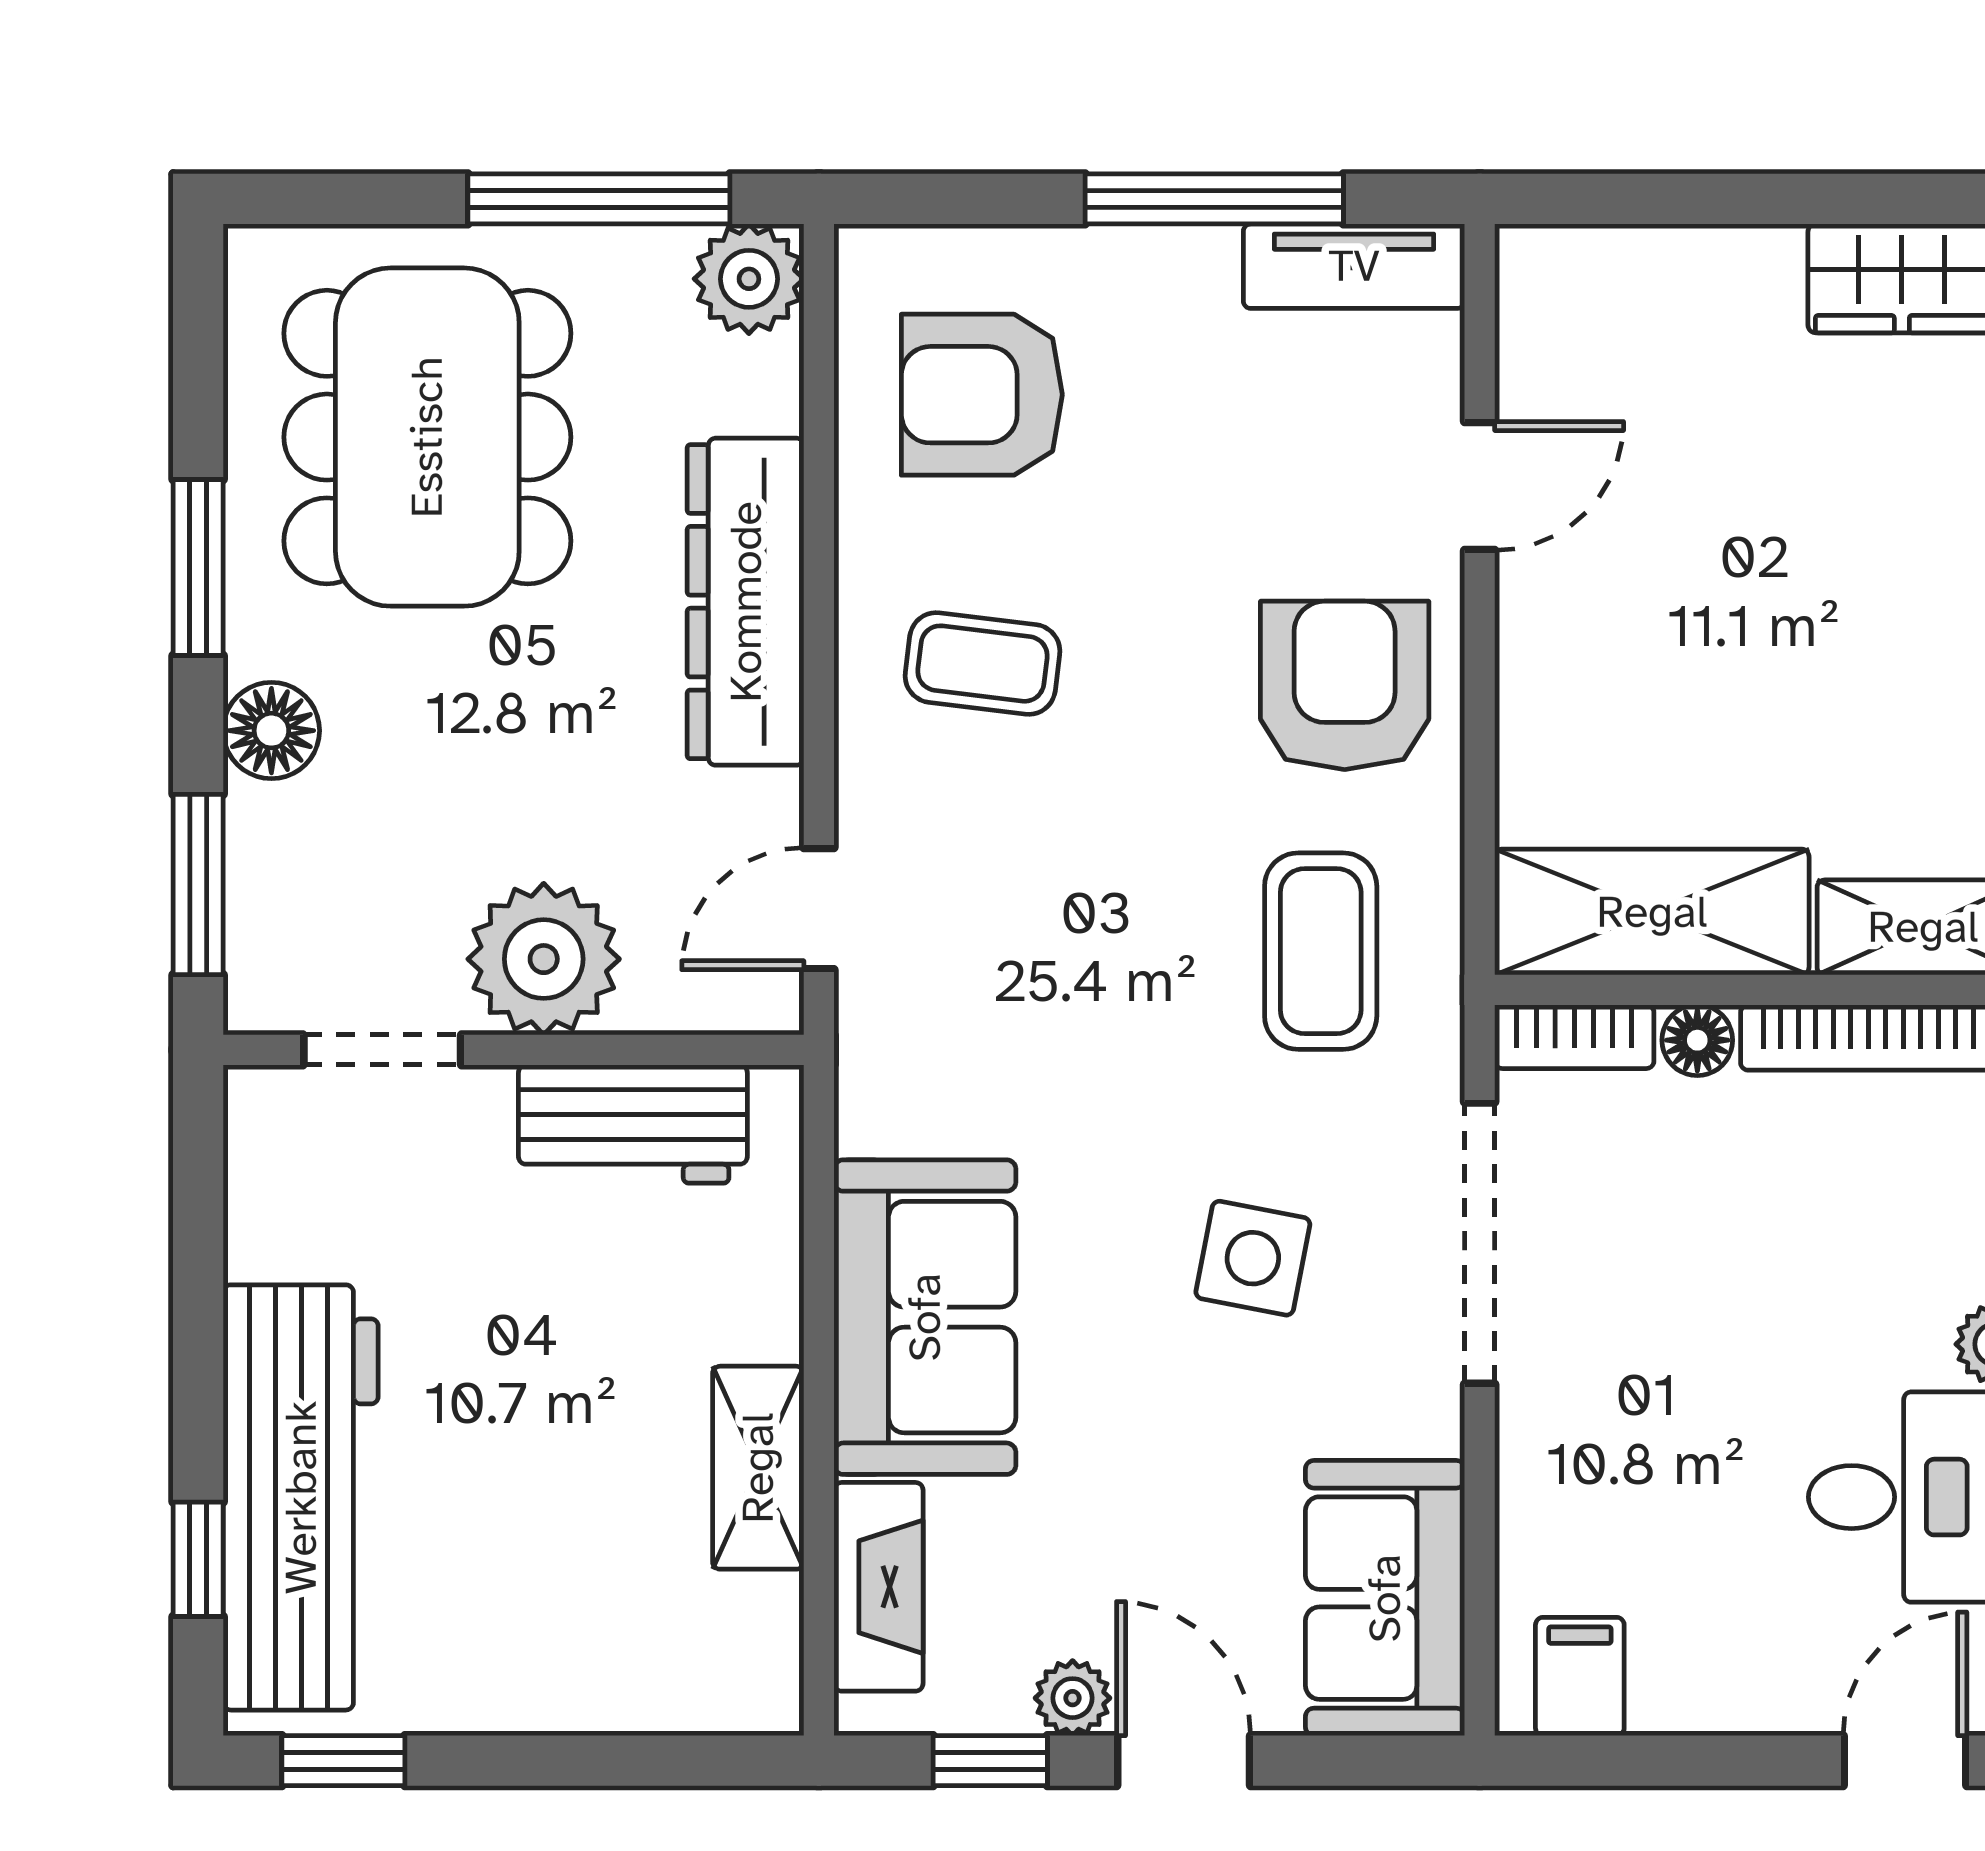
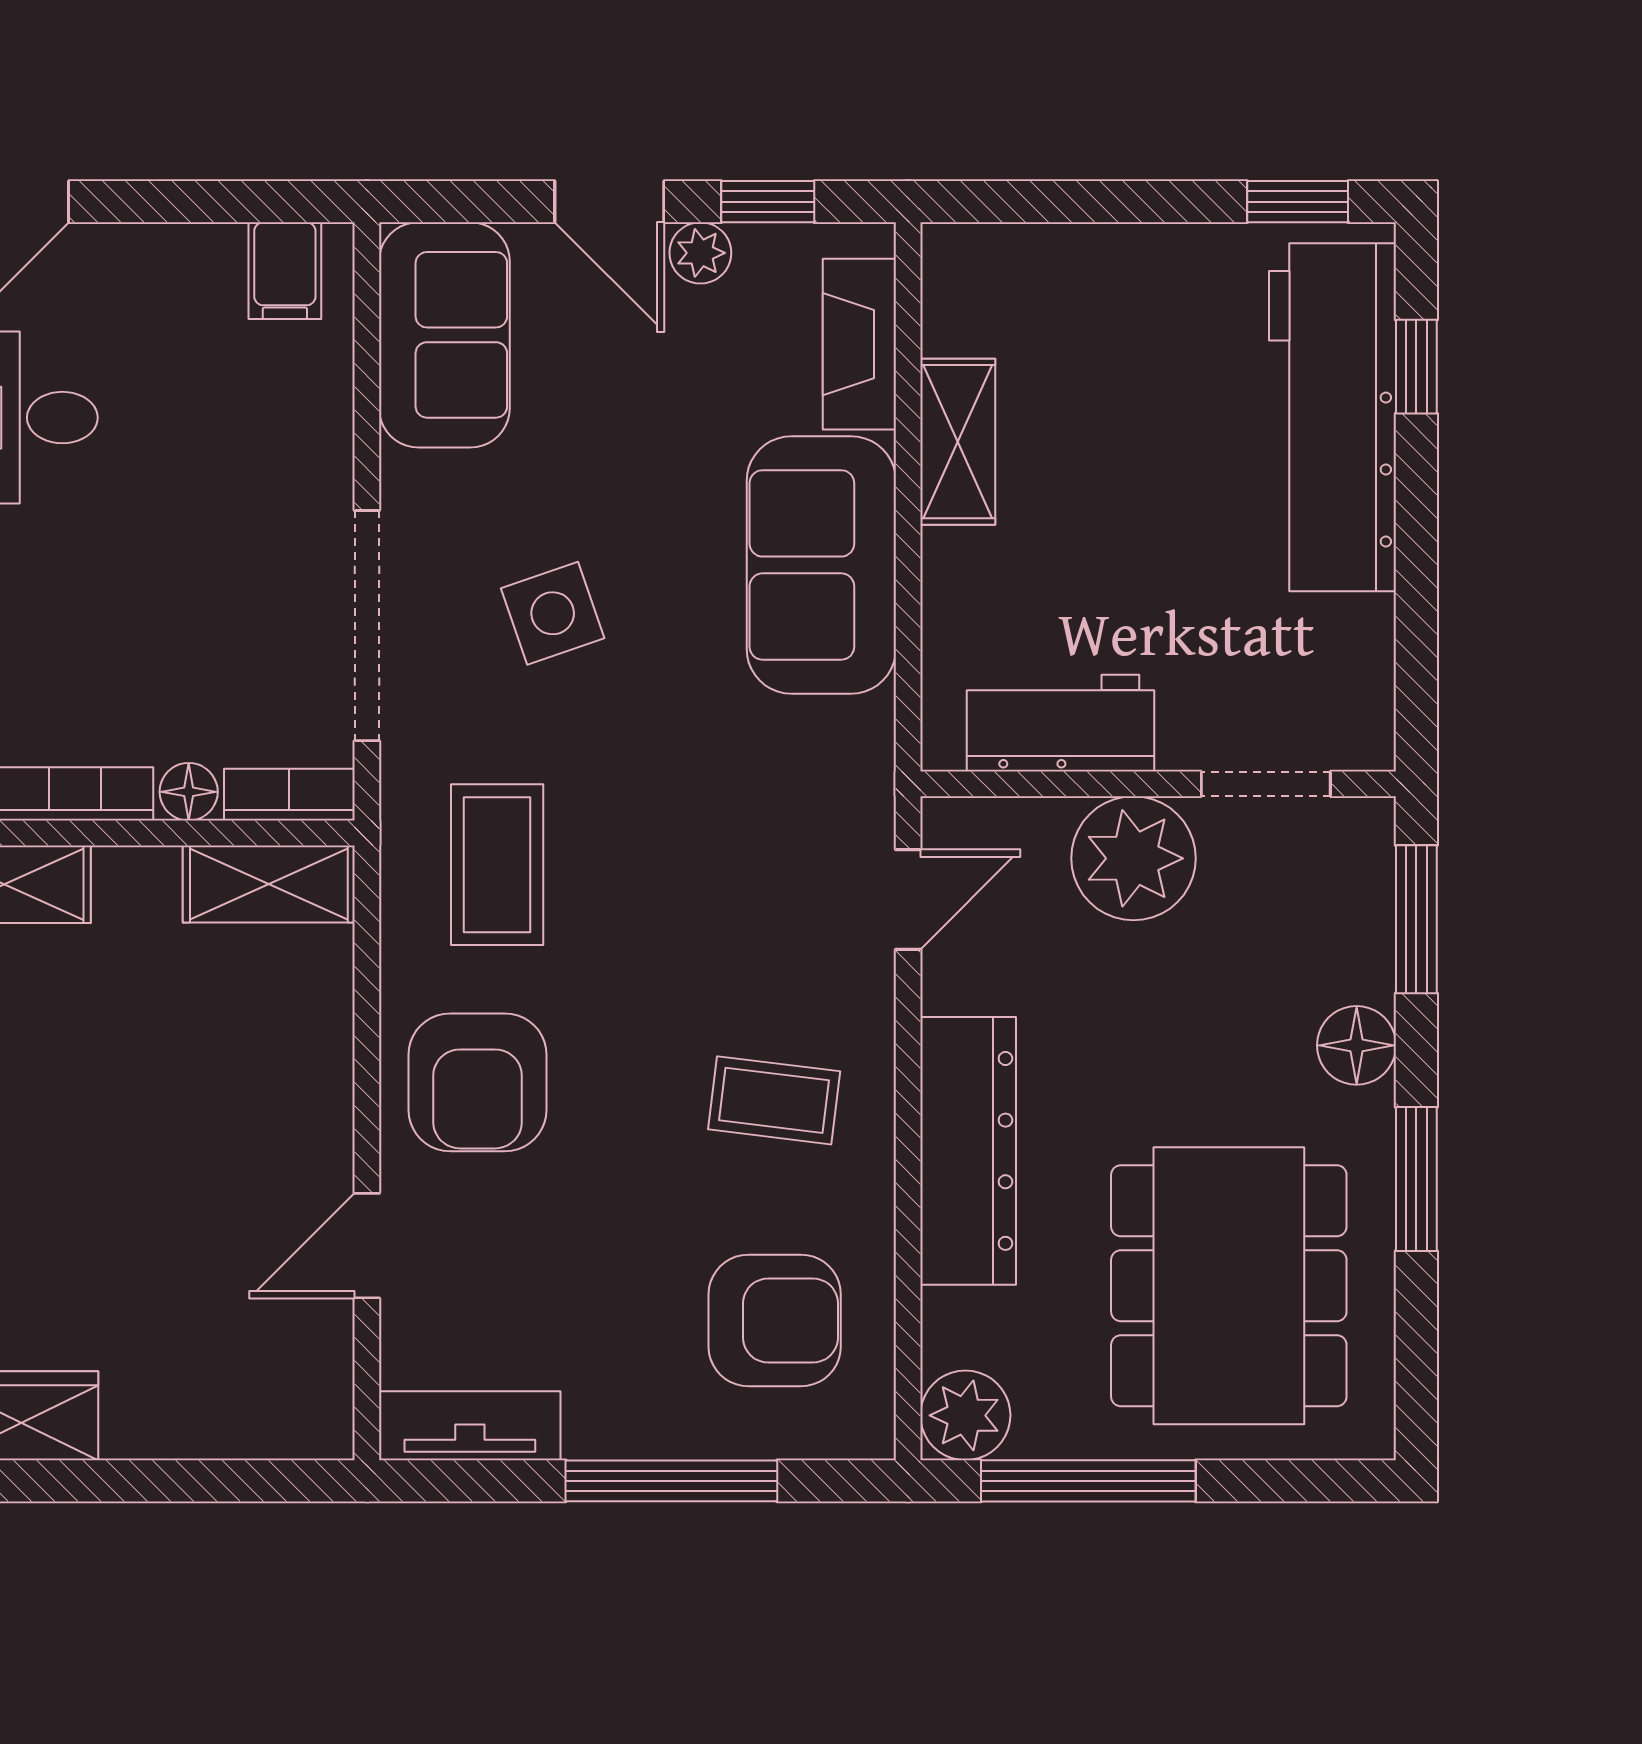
window: (1214, 199) -> (671, 1481), moved
shelving: (1652, 912) -> (269, 884), width x0.67, depth x0.75
side table: (1253, 1258) -> (553, 613), turned -30

